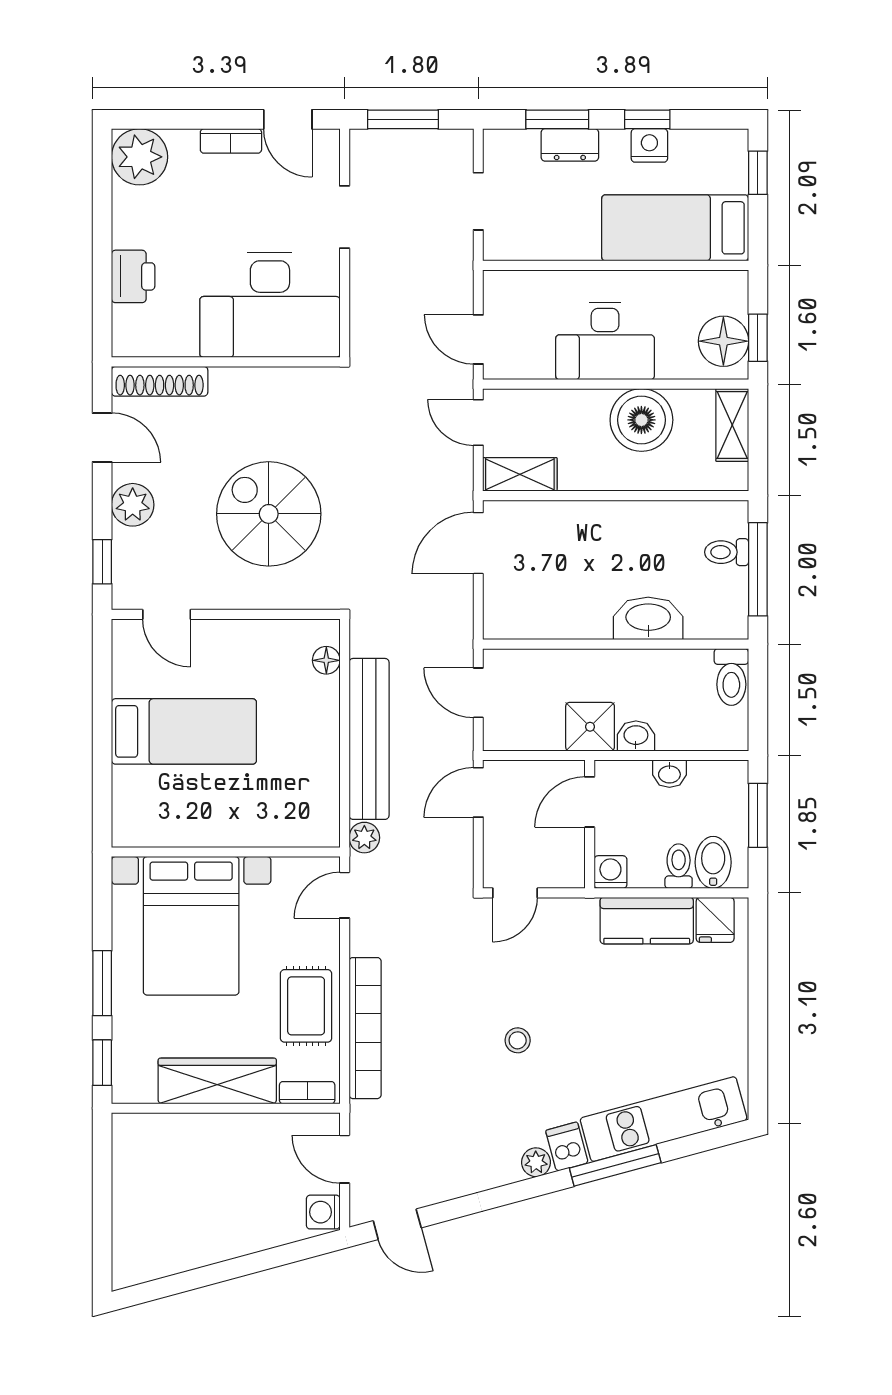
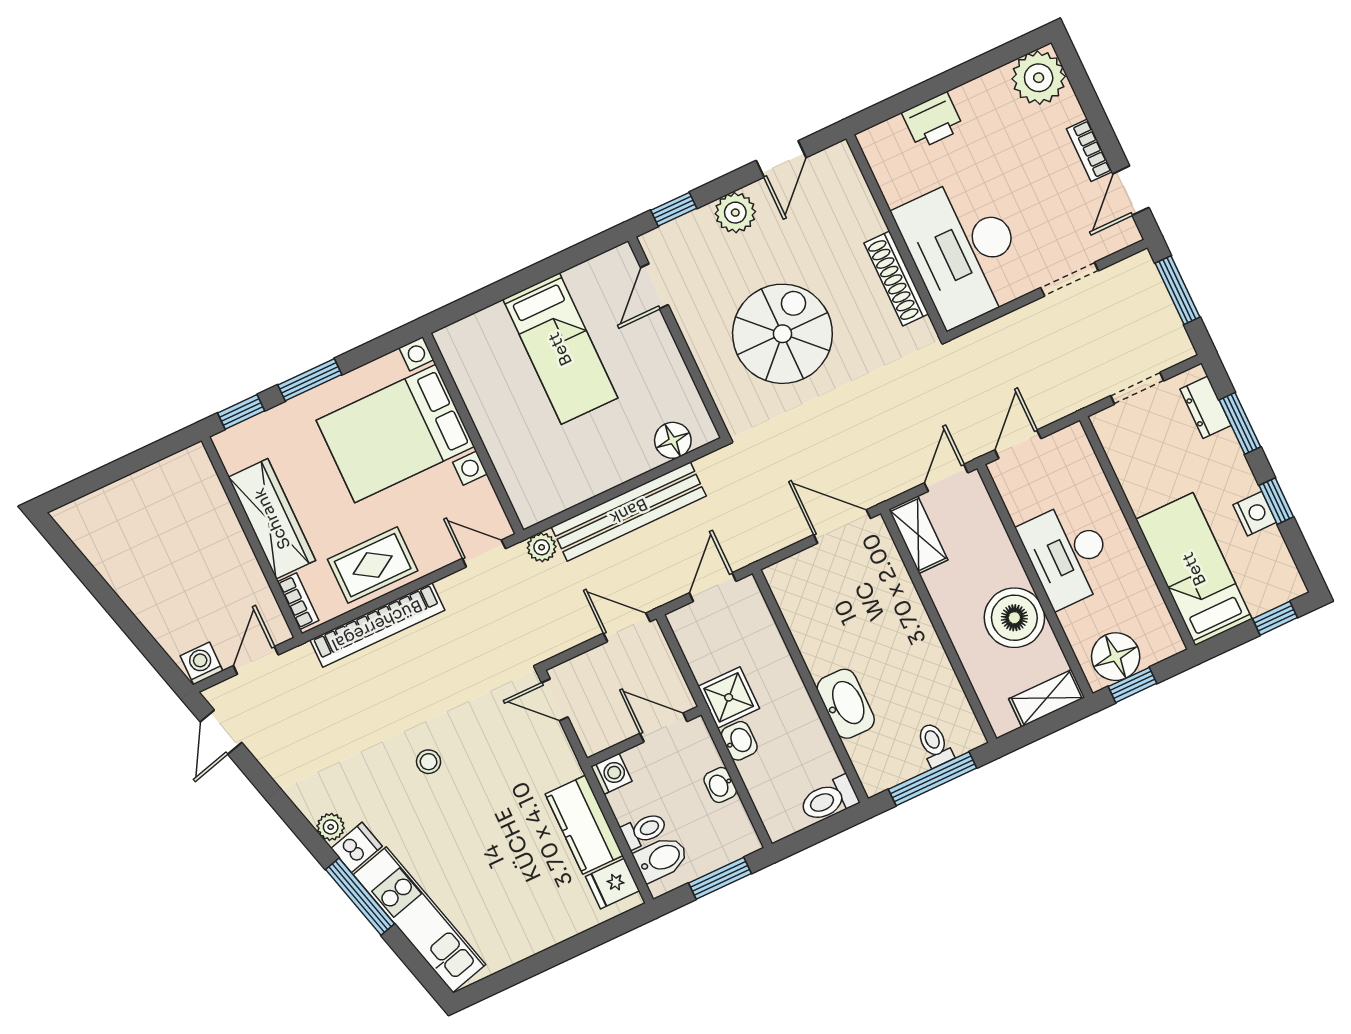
dresser: (570, 145) -> (1206, 407), moved
shoe rack: (160, 381) -> (896, 279), moved
floor lamp: (326, 660) -> (673, 440), width x1.37, depth x1.37

